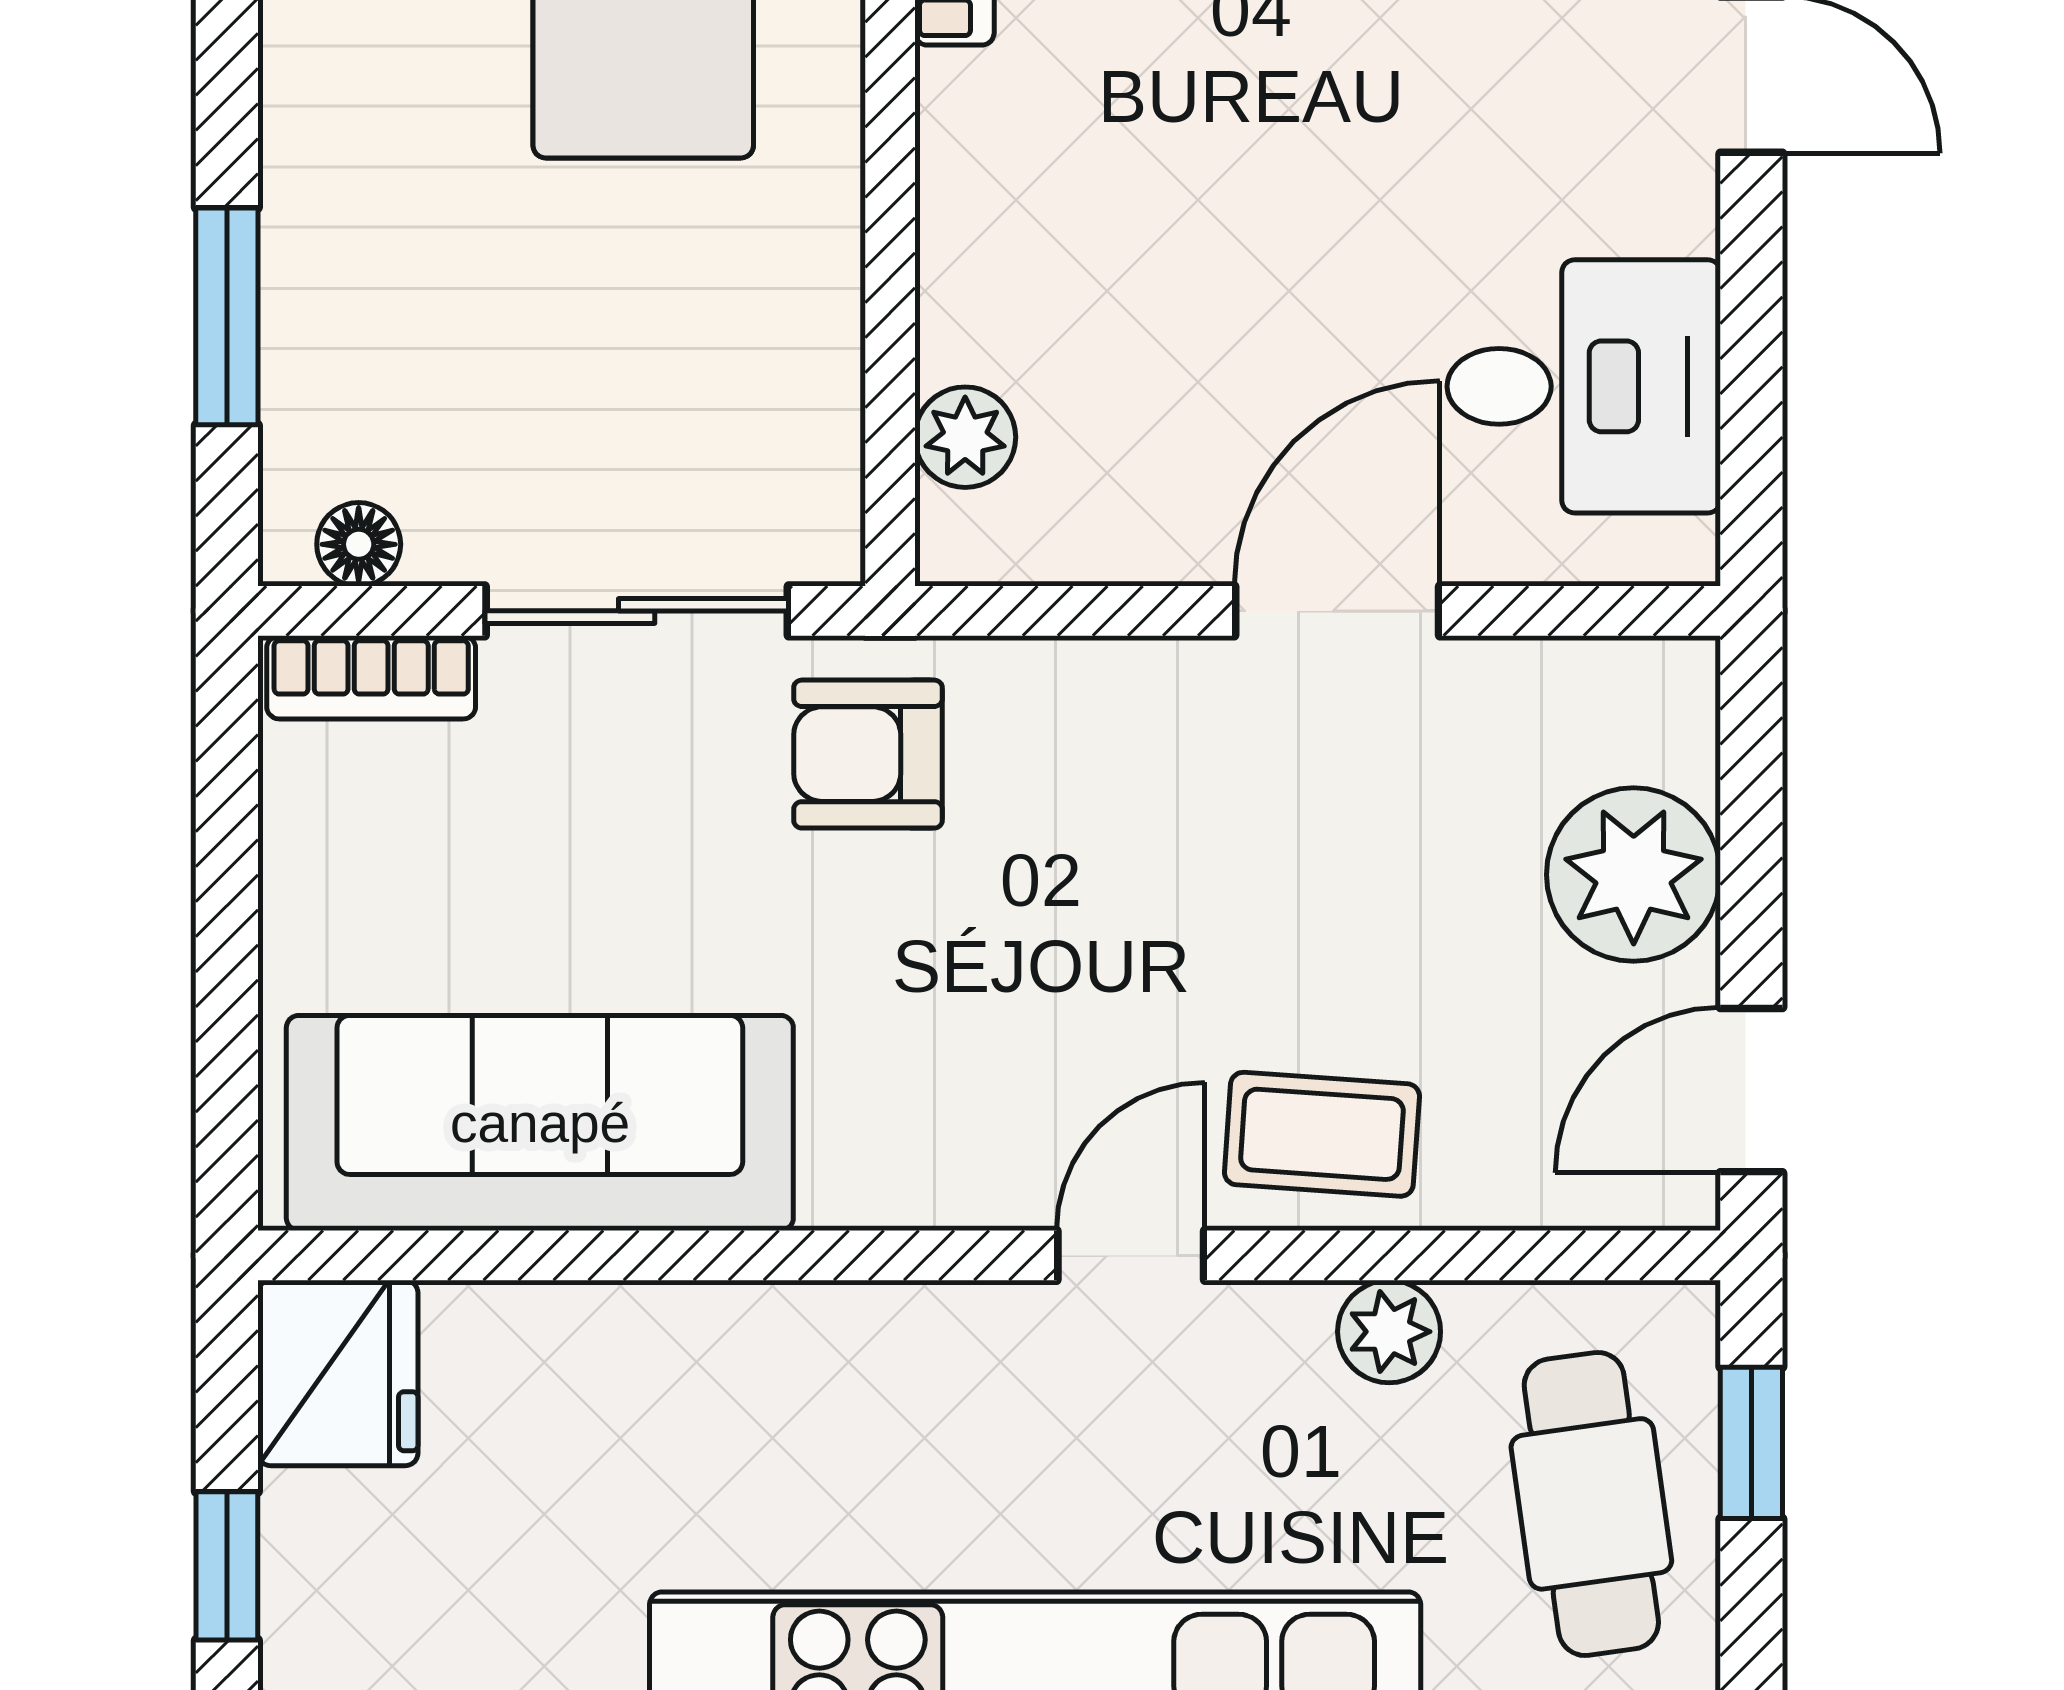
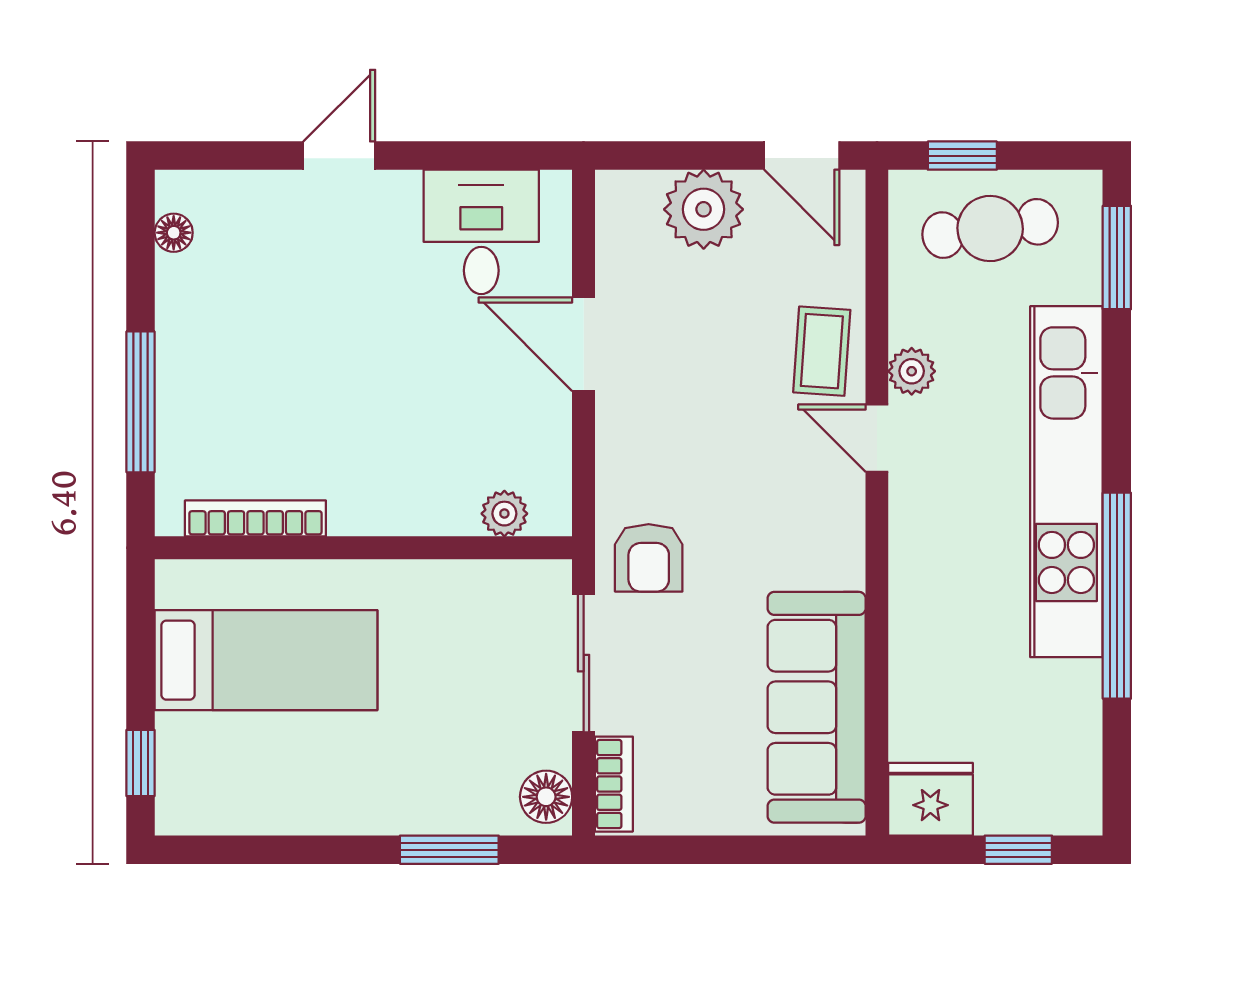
floor lamp: (359, 544) -> (546, 797), width x1.37, depth x1.37
plant: (1389, 1332) -> (912, 371), moved

